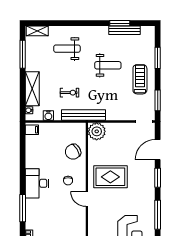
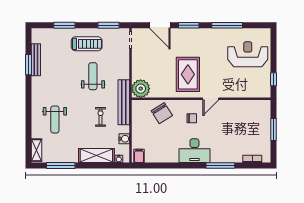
weight bench: (108, 65) -> (93, 76), moved
treadmill: (140, 79) -> (87, 44), turned 180

